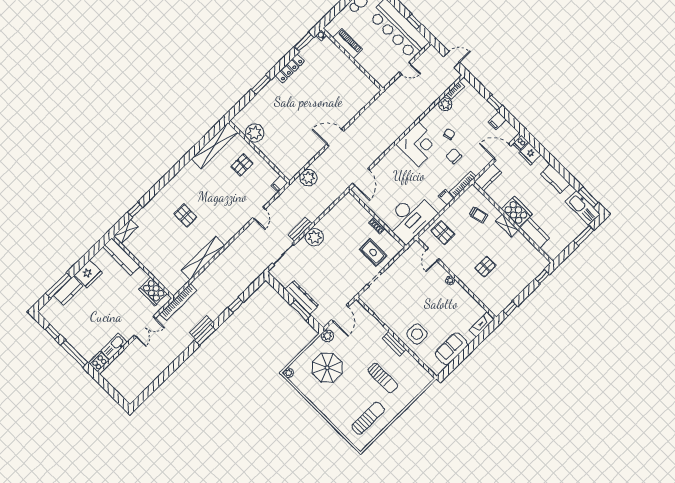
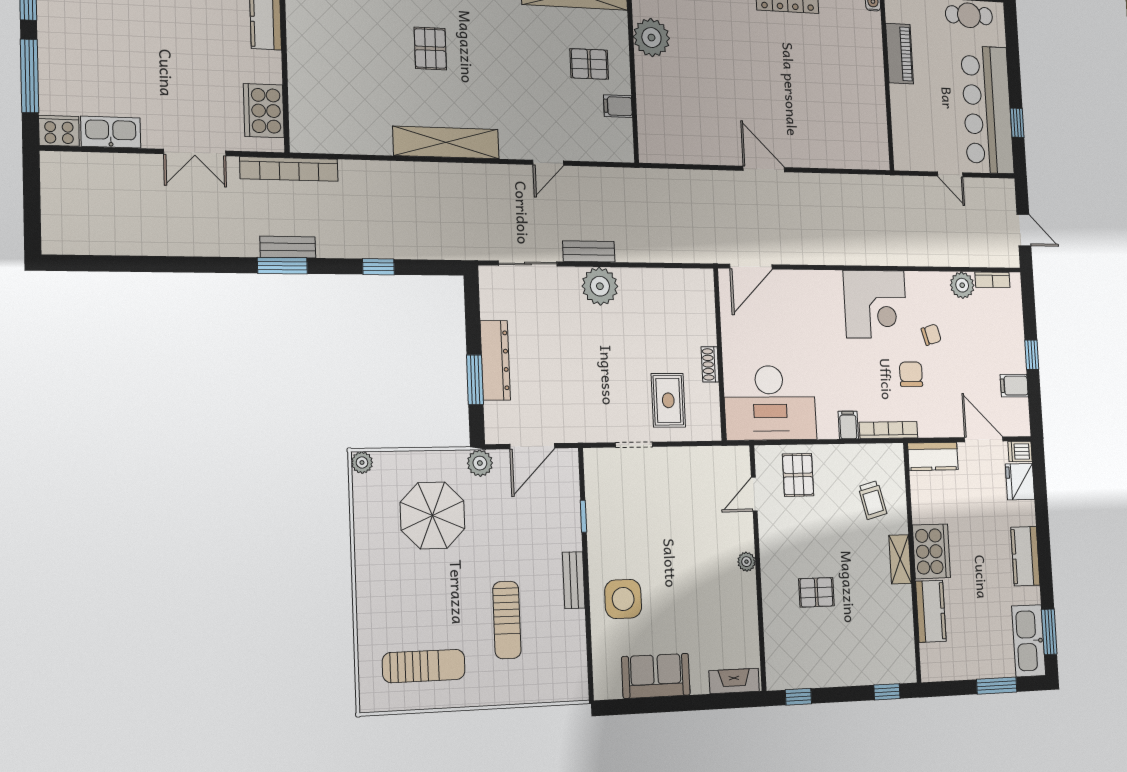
plant: (308, 178) -> (672, 187), removed
filing cabinet: (280, 184) -> (618, 106), moved
shelving: (203, 258) -> (446, 142), moved

